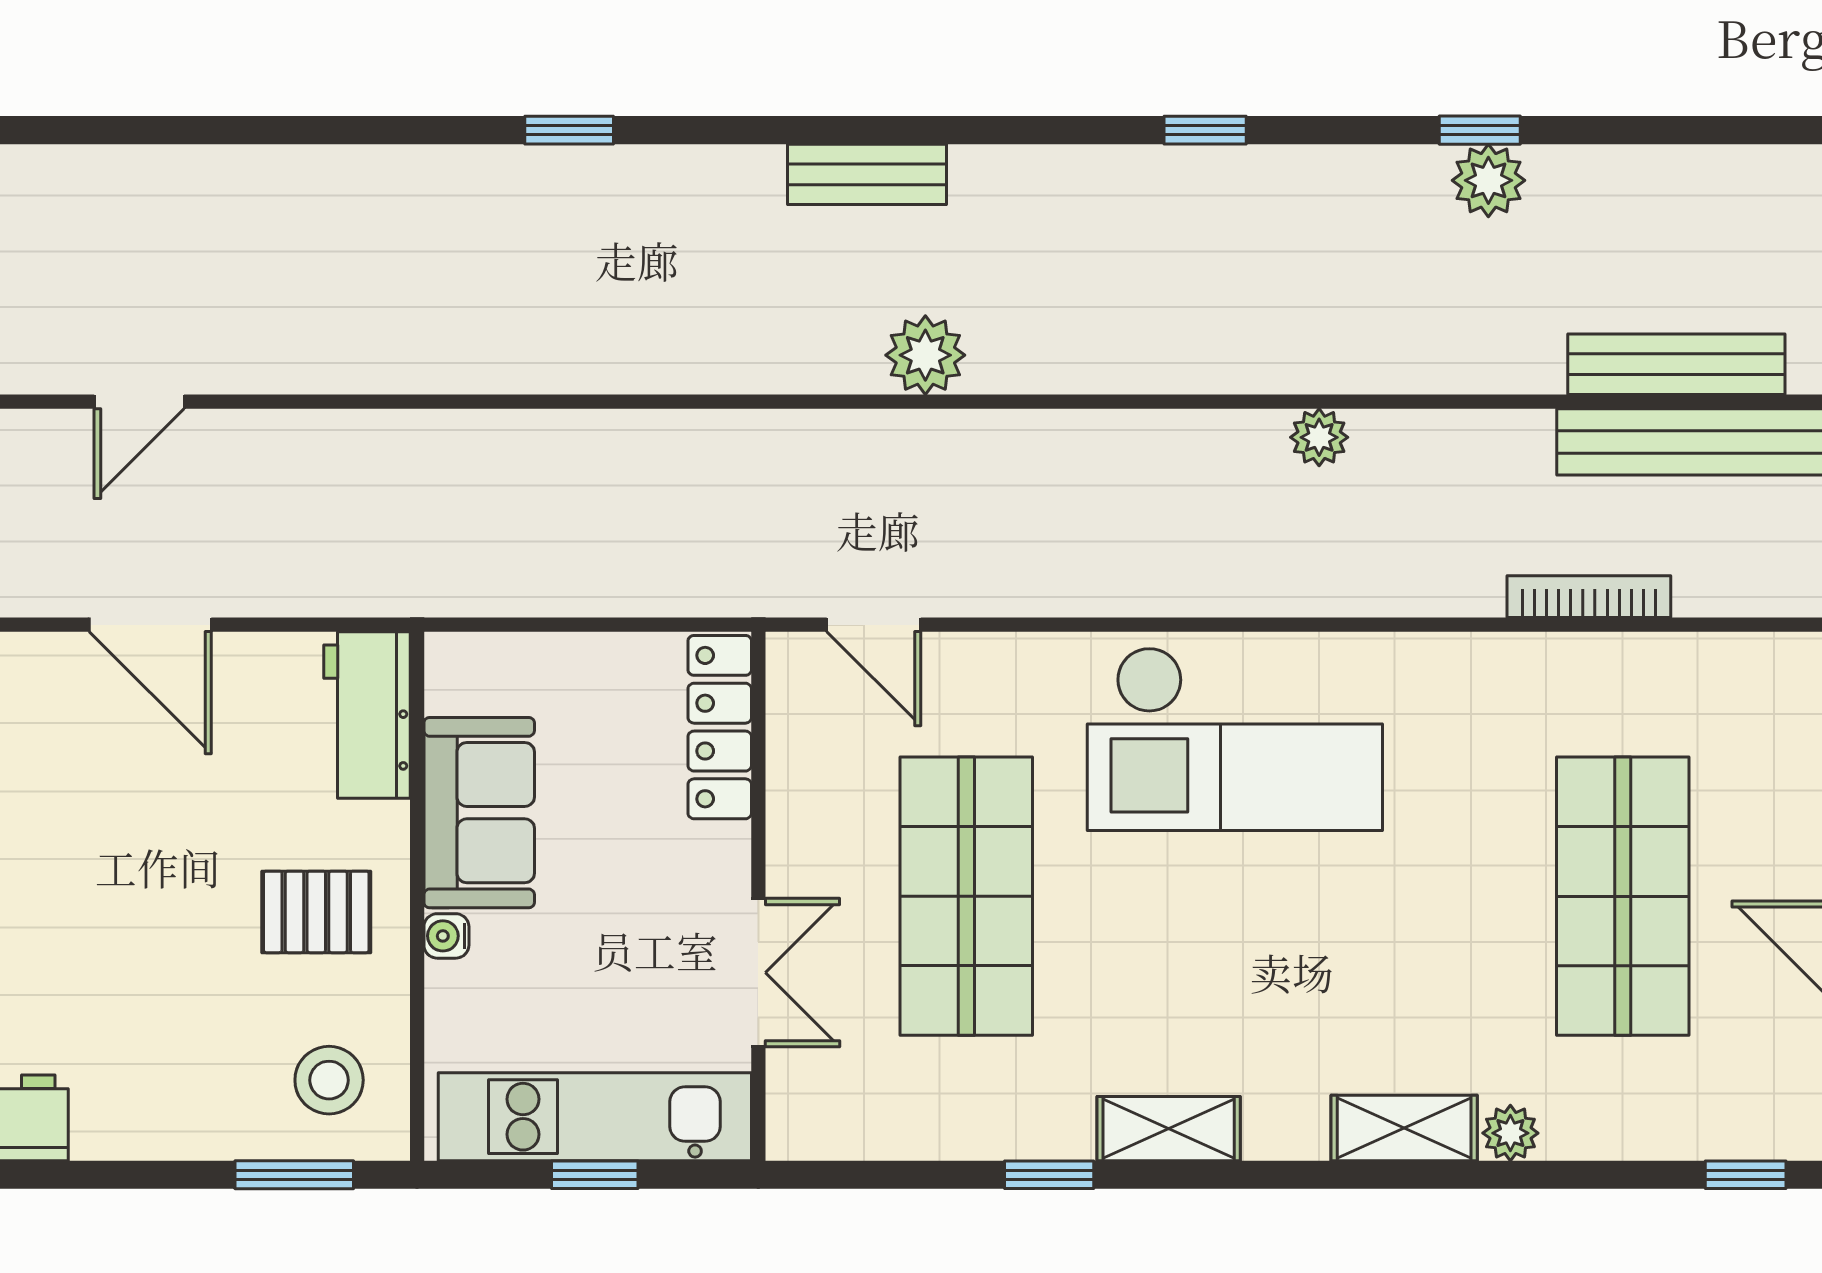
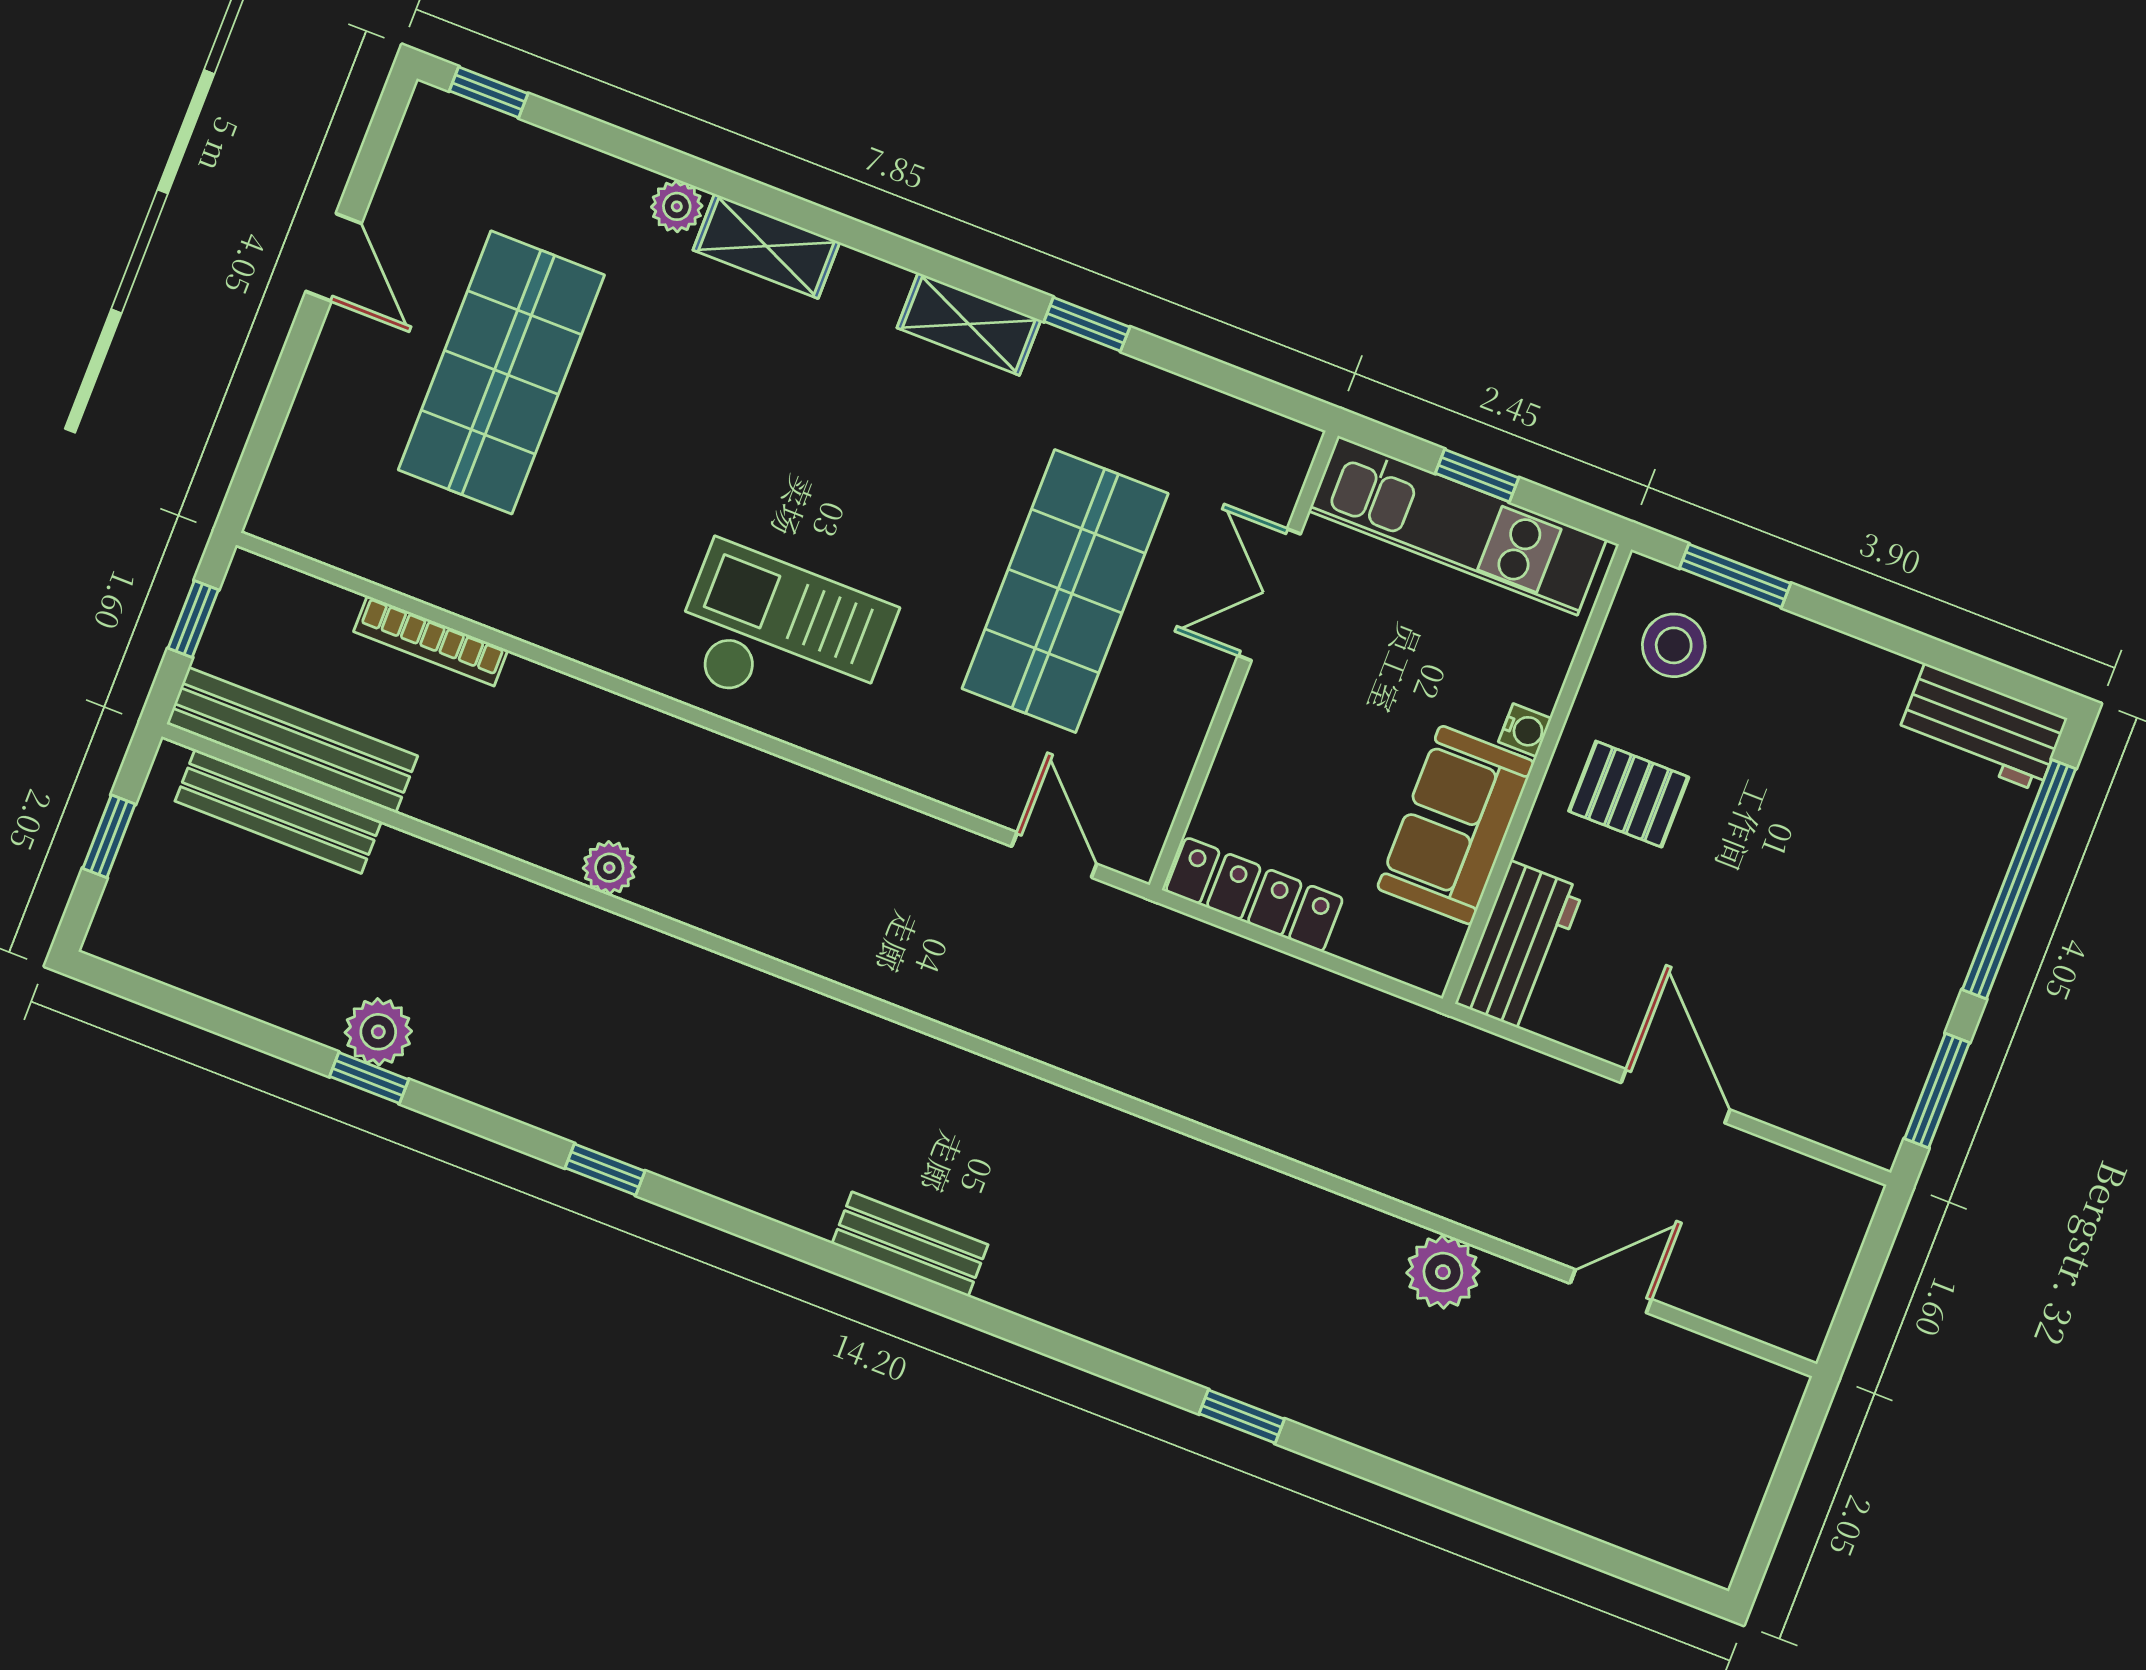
window: (569, 130) -> (1242, 1416), moved
plant: (925, 355) -> (1443, 1272), moved
locker: (720, 727) -> (1254, 895), moved, turned -90
checkout: (1235, 739) -> (782, 637), width x0.73, depth x0.83

